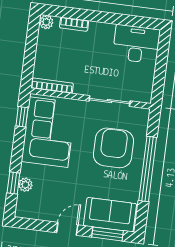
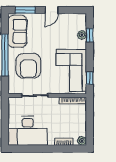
desk: (136, 44) -> (28, 131), width x1.36, depth x1.30
sofa: (110, 215) -> (17, 31), moved, turned -90

